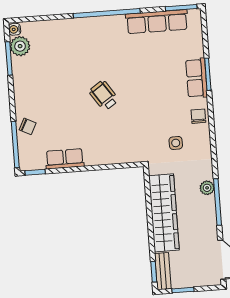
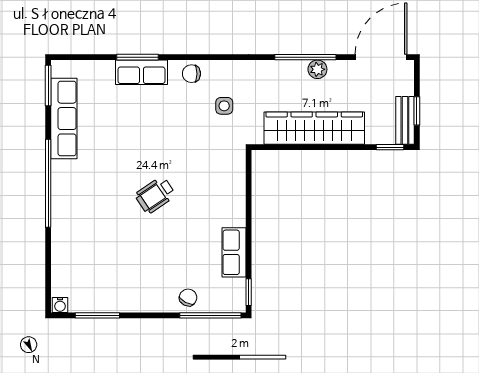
plant: (20, 46) -> (82, 300), removed
plant: (207, 188) -> (317, 69), moved
bench: (163, 271) -> (405, 120), moved, turned 90

